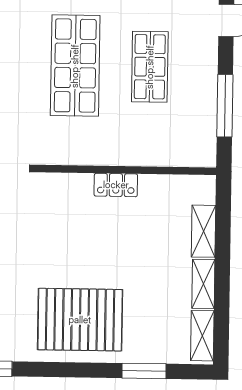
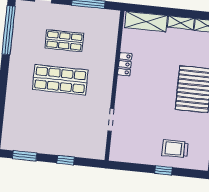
shelving: (204, 231) -> (146, 22), width x1.50, depth x1.33

